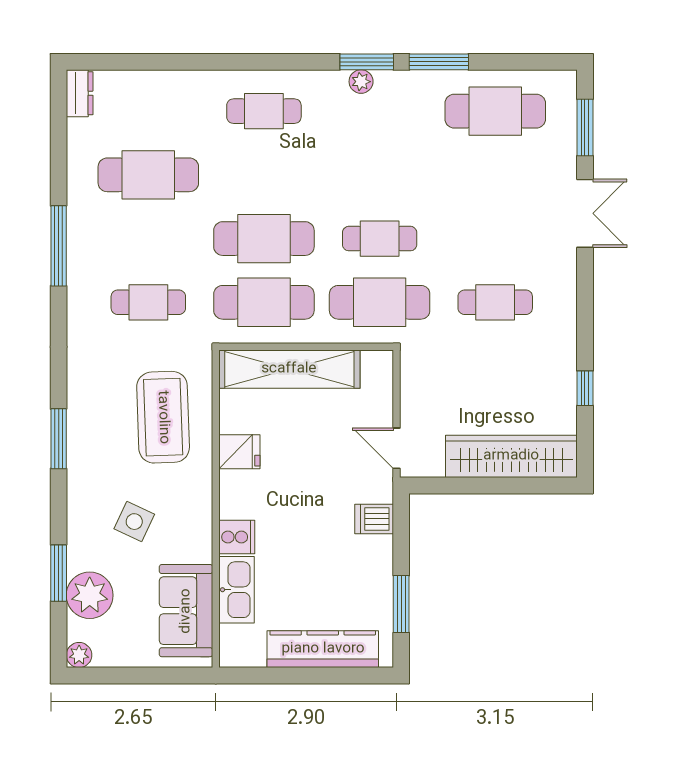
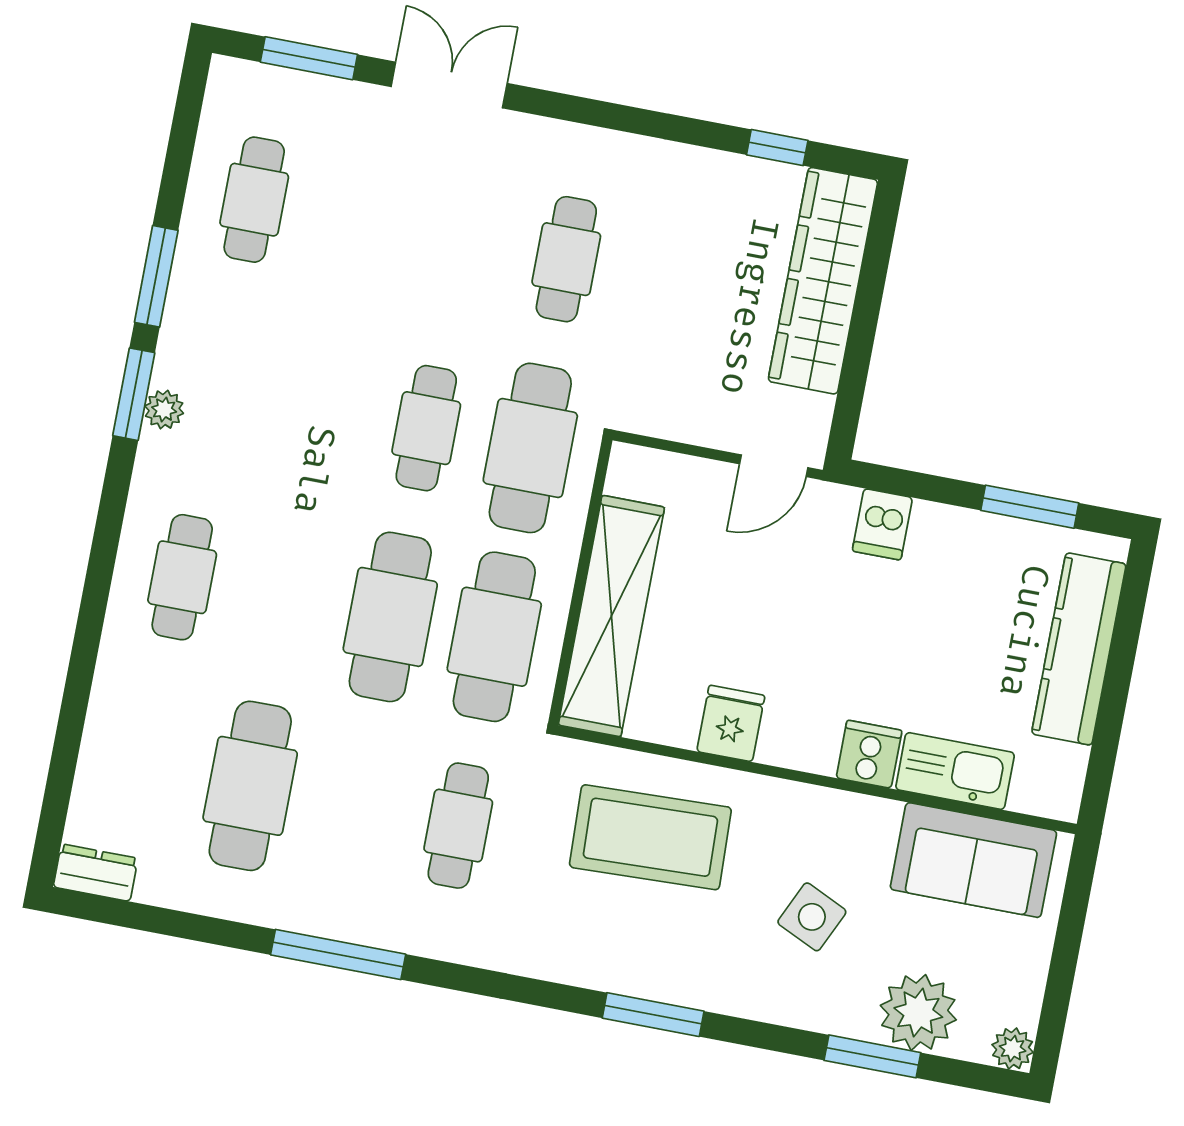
cafe table: (495, 111) -> (254, 200), width x0.73, depth x0.74
window: (585, 388) -> (777, 148), moved

